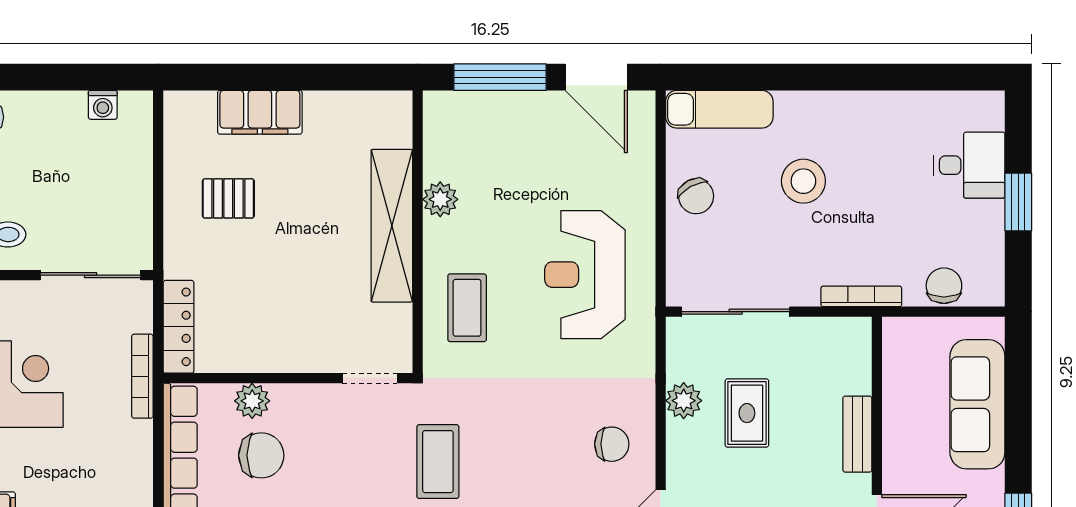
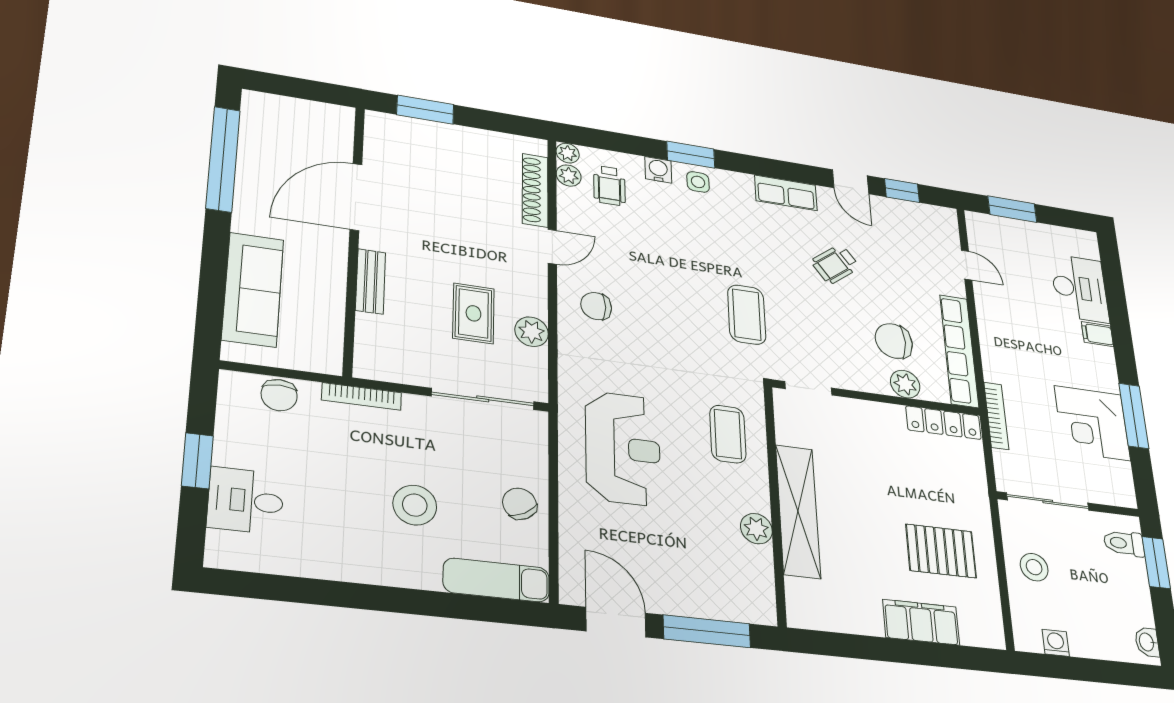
stool: (118, 192) -> (1034, 567), added
pallet: (228, 198) -> (941, 551), width x1.50, depth x1.42
locker: (178, 327) -> (943, 423), moved, turned -90

